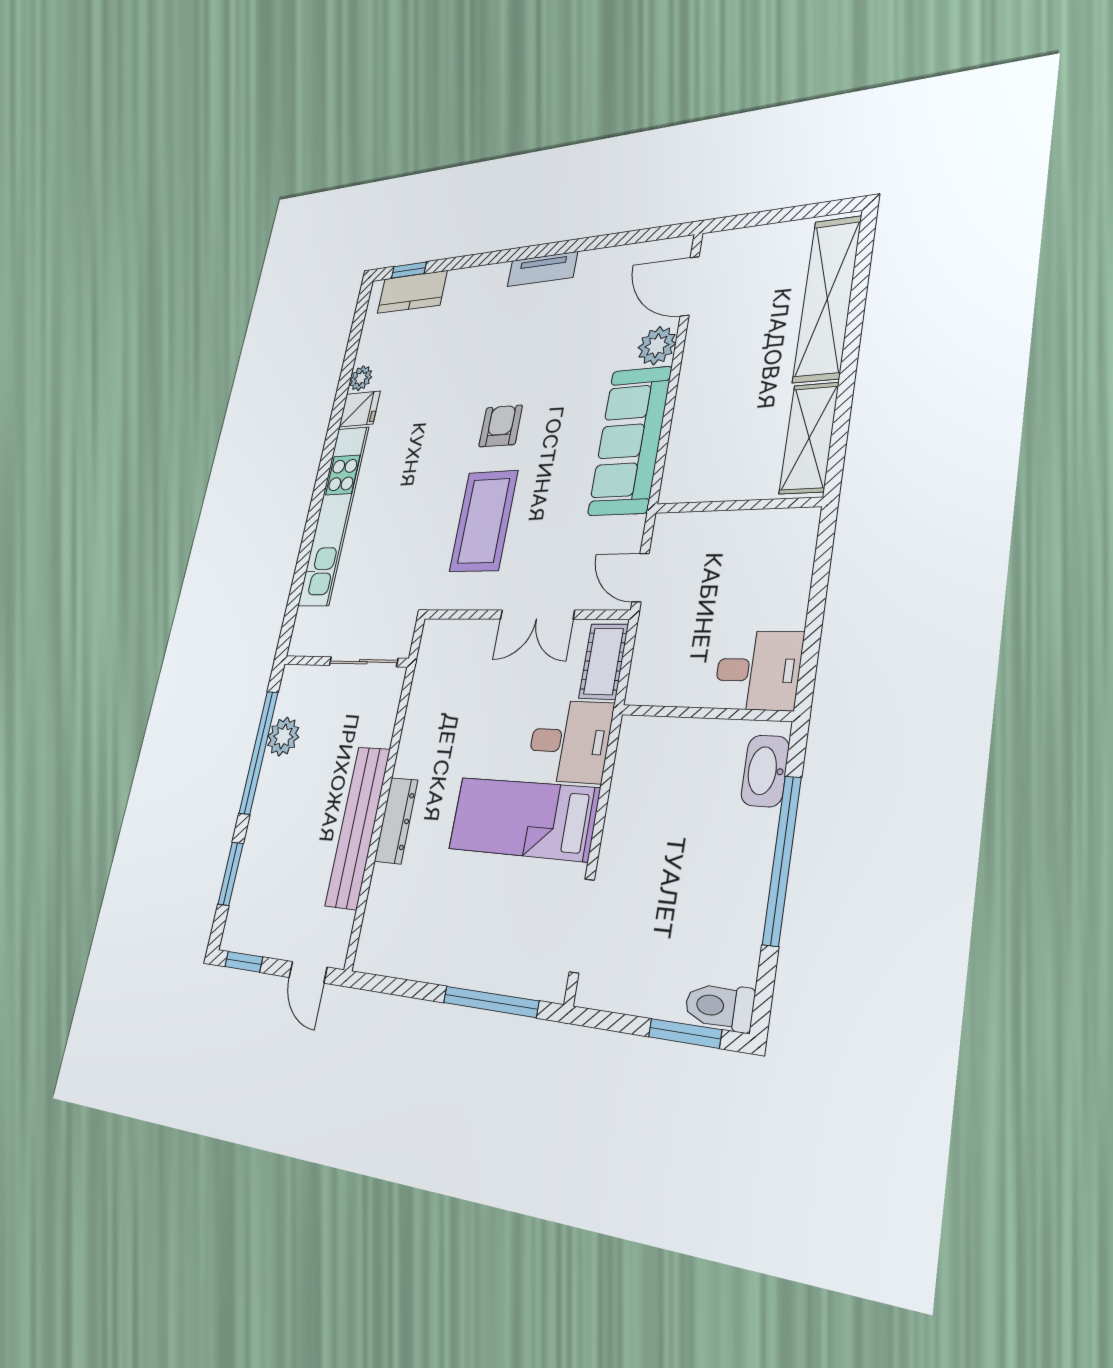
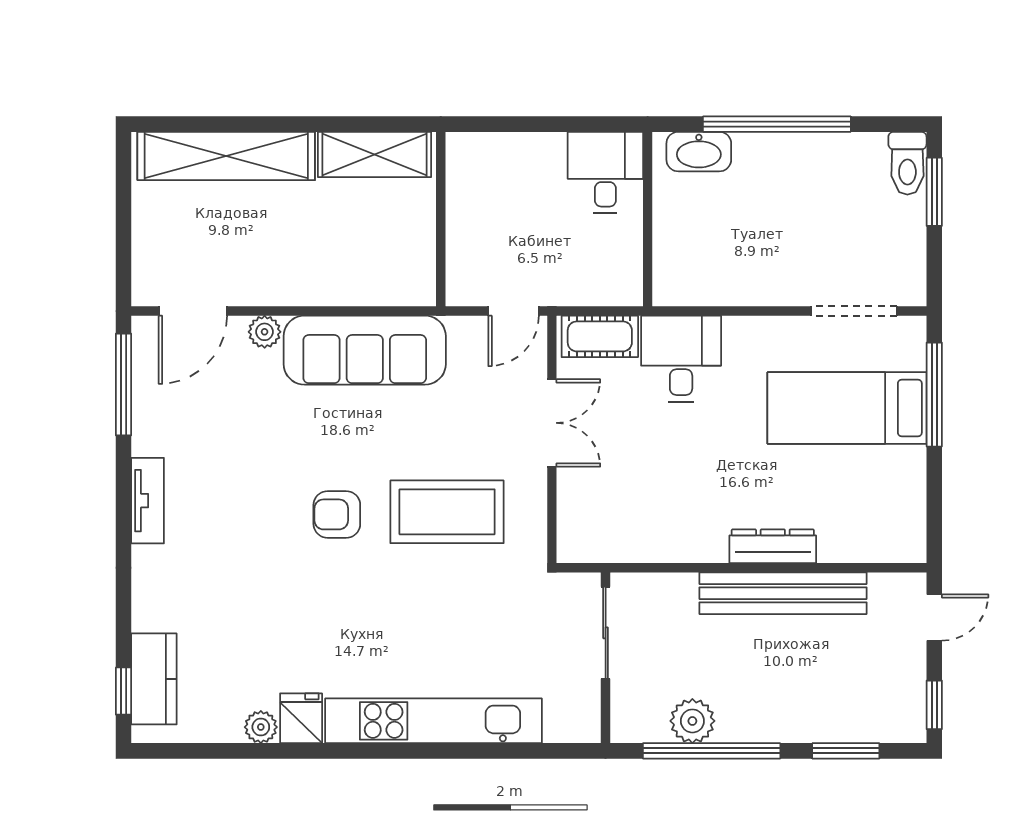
window: (638, 236) -> (124, 384), added
plant: (657, 346) -> (265, 332), width x0.73, depth x0.73
bed: (523, 819) -> (847, 408), moved, turned 90

